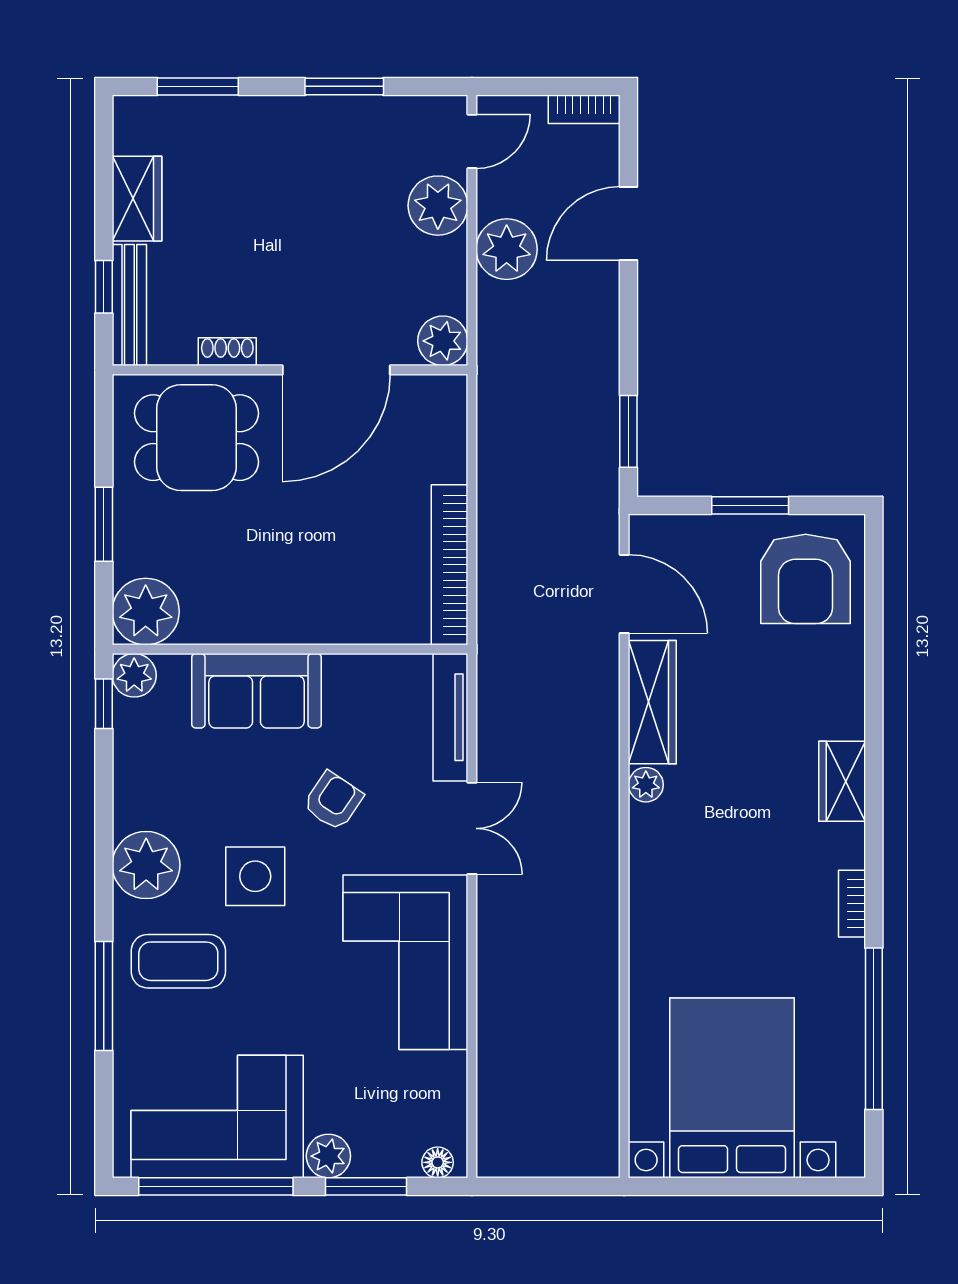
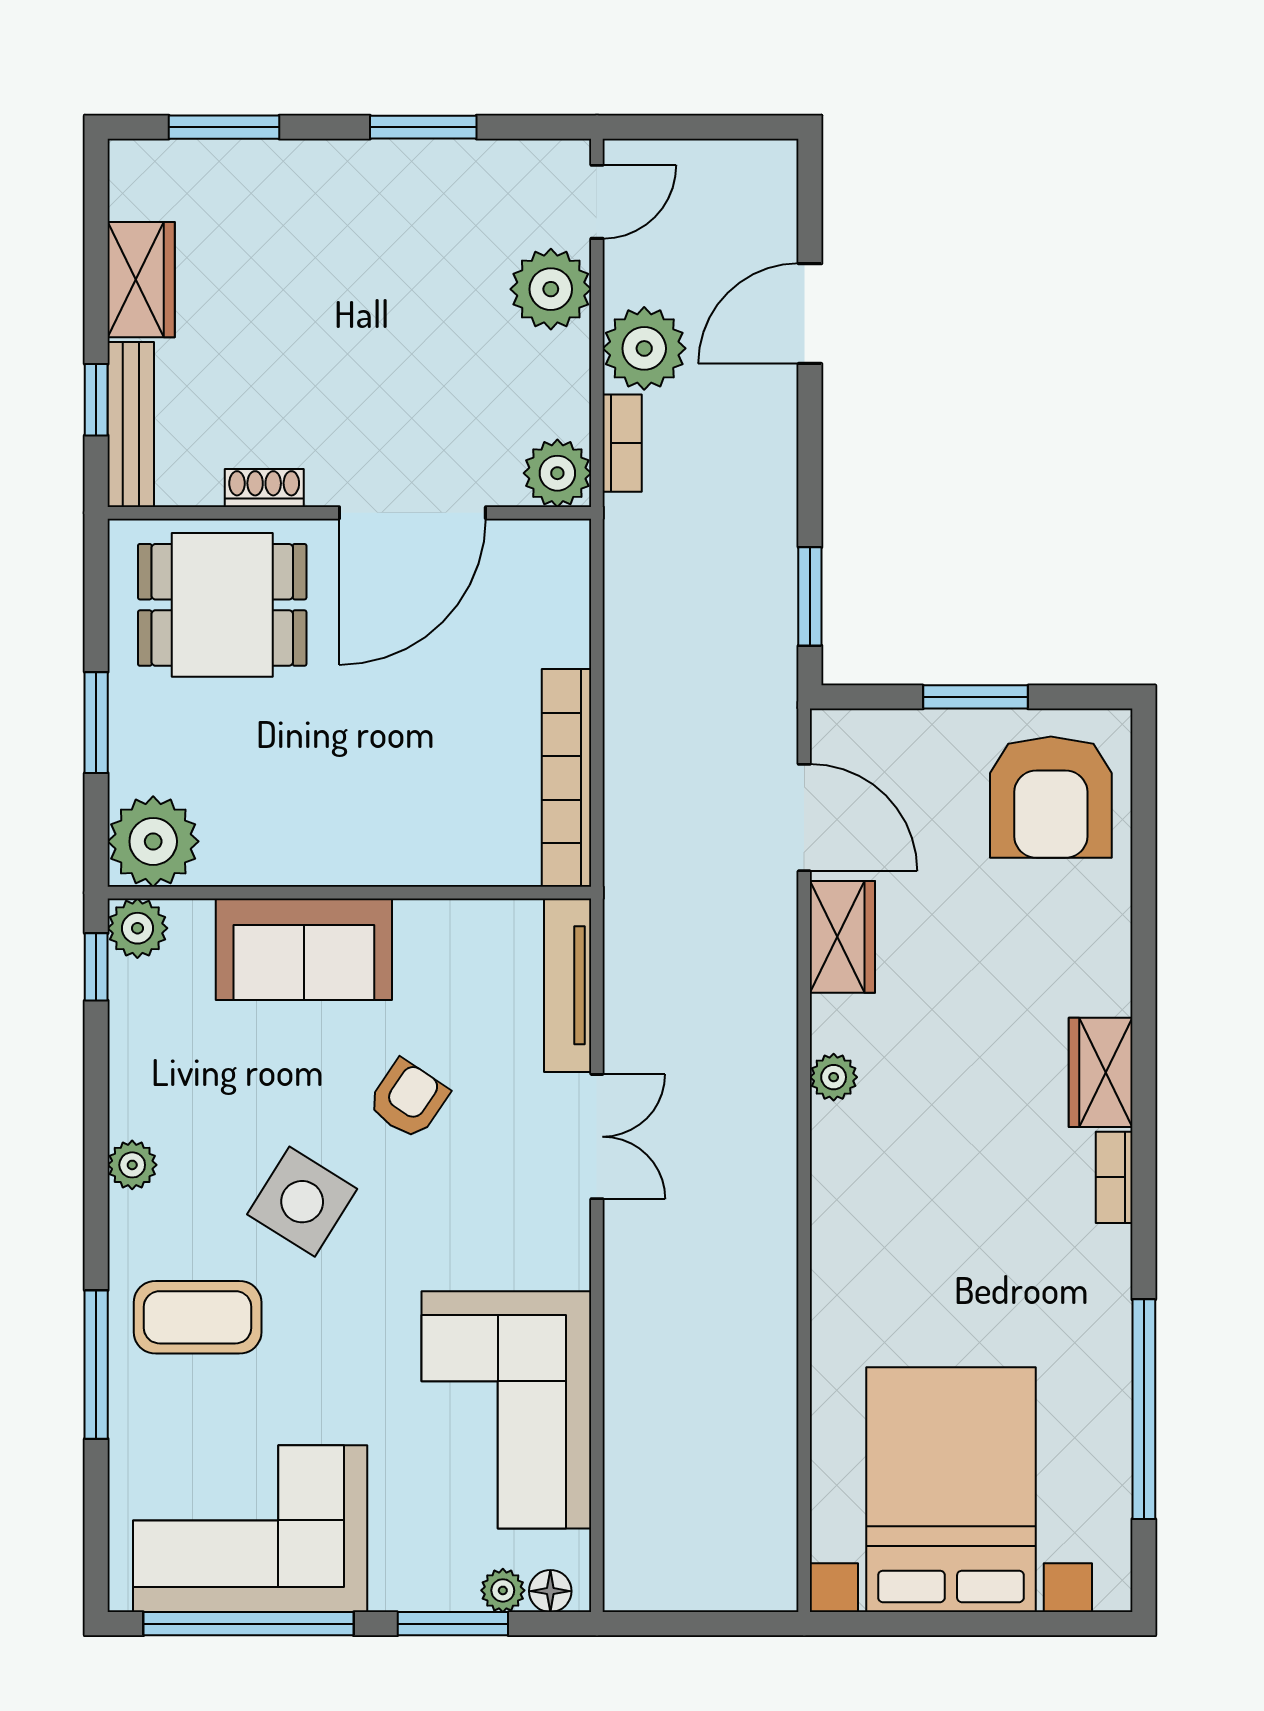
bookcase: (584, 109) -> (622, 443), moved, turned -90
wardrobe: (652, 702) -> (842, 937), width x0.67
plant: (146, 865) -> (132, 1165), width x0.53, depth x0.53
side table: (255, 876) -> (302, 1202), turned 32
bookcase: (852, 904) -> (1114, 1177), moved
corner sofa: (405, 962) -> (506, 1410), moved
plant: (328, 1156) -> (503, 1590), moved, width x0.73, depth x0.73

